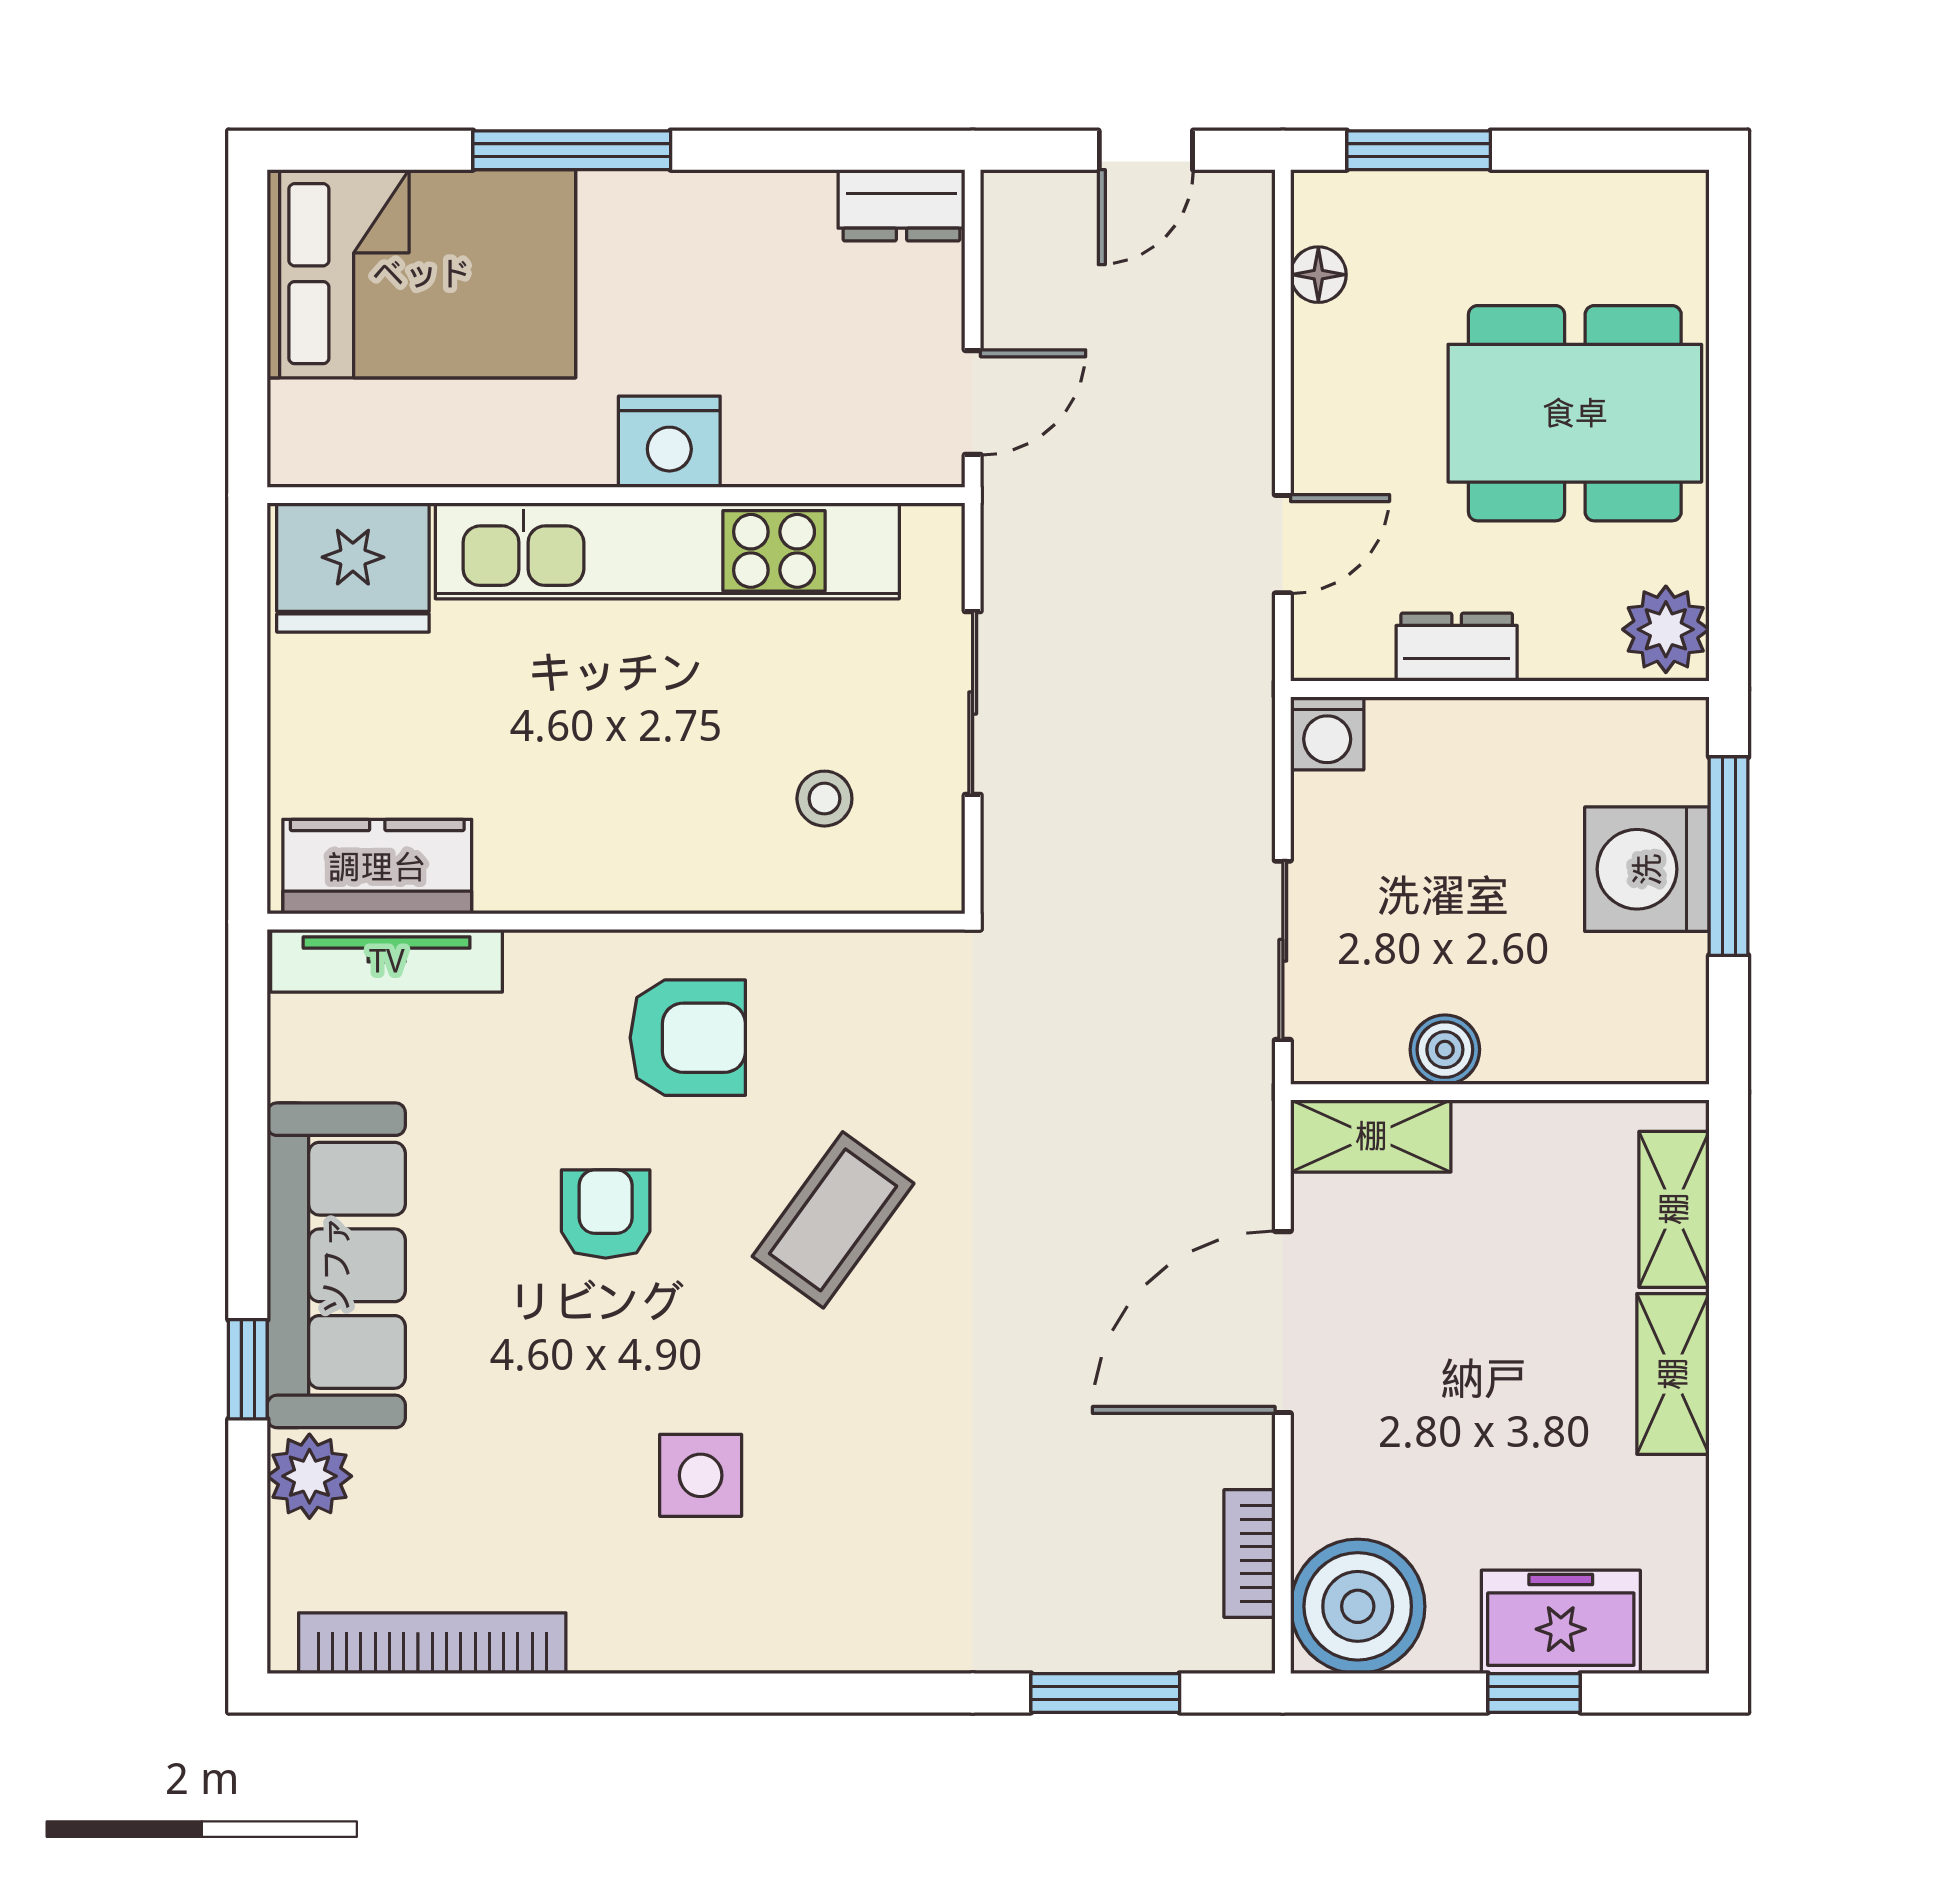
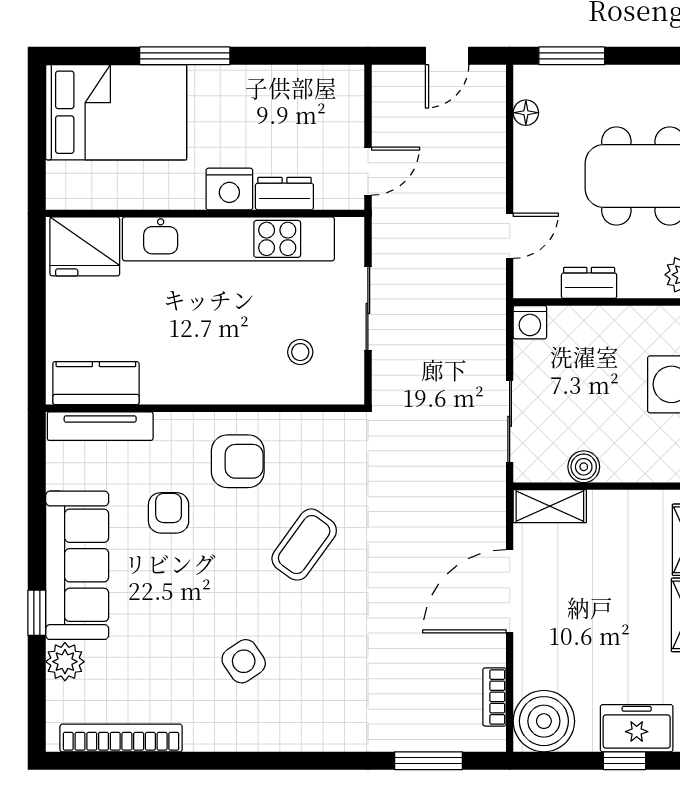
dresser: (901, 205) -> (284, 194), moved, turned 180
armchair: (606, 1214) -> (169, 513), moved
side table: (701, 1475) -> (244, 661), turned -34

